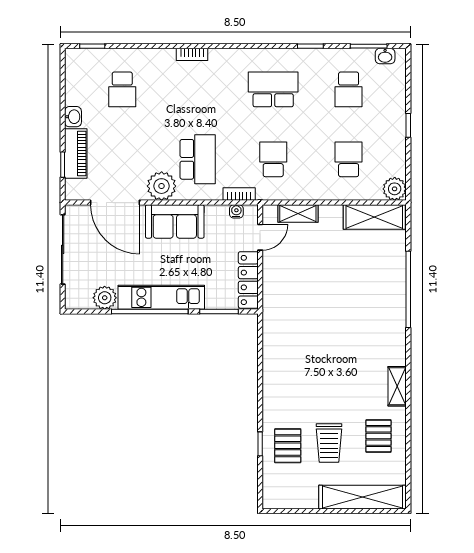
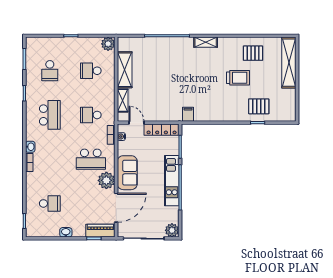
washbasin: (385, 56) -> (30, 147), moved
school desk: (273, 89) -> (50, 115), turned 180
school desk: (349, 89) -> (50, 71), turned 90
piano: (76, 153) -> (100, 231), moved
school desk: (198, 159) -> (91, 159), turned 180
shelving: (374, 217) -> (125, 70), moved
plant: (105, 298) -> (172, 230), moved
filing cabinet: (274, 325) -> (188, 114), added
shelving: (397, 386) -> (206, 42), moved
trolley: (329, 443) -> (238, 78), moved

